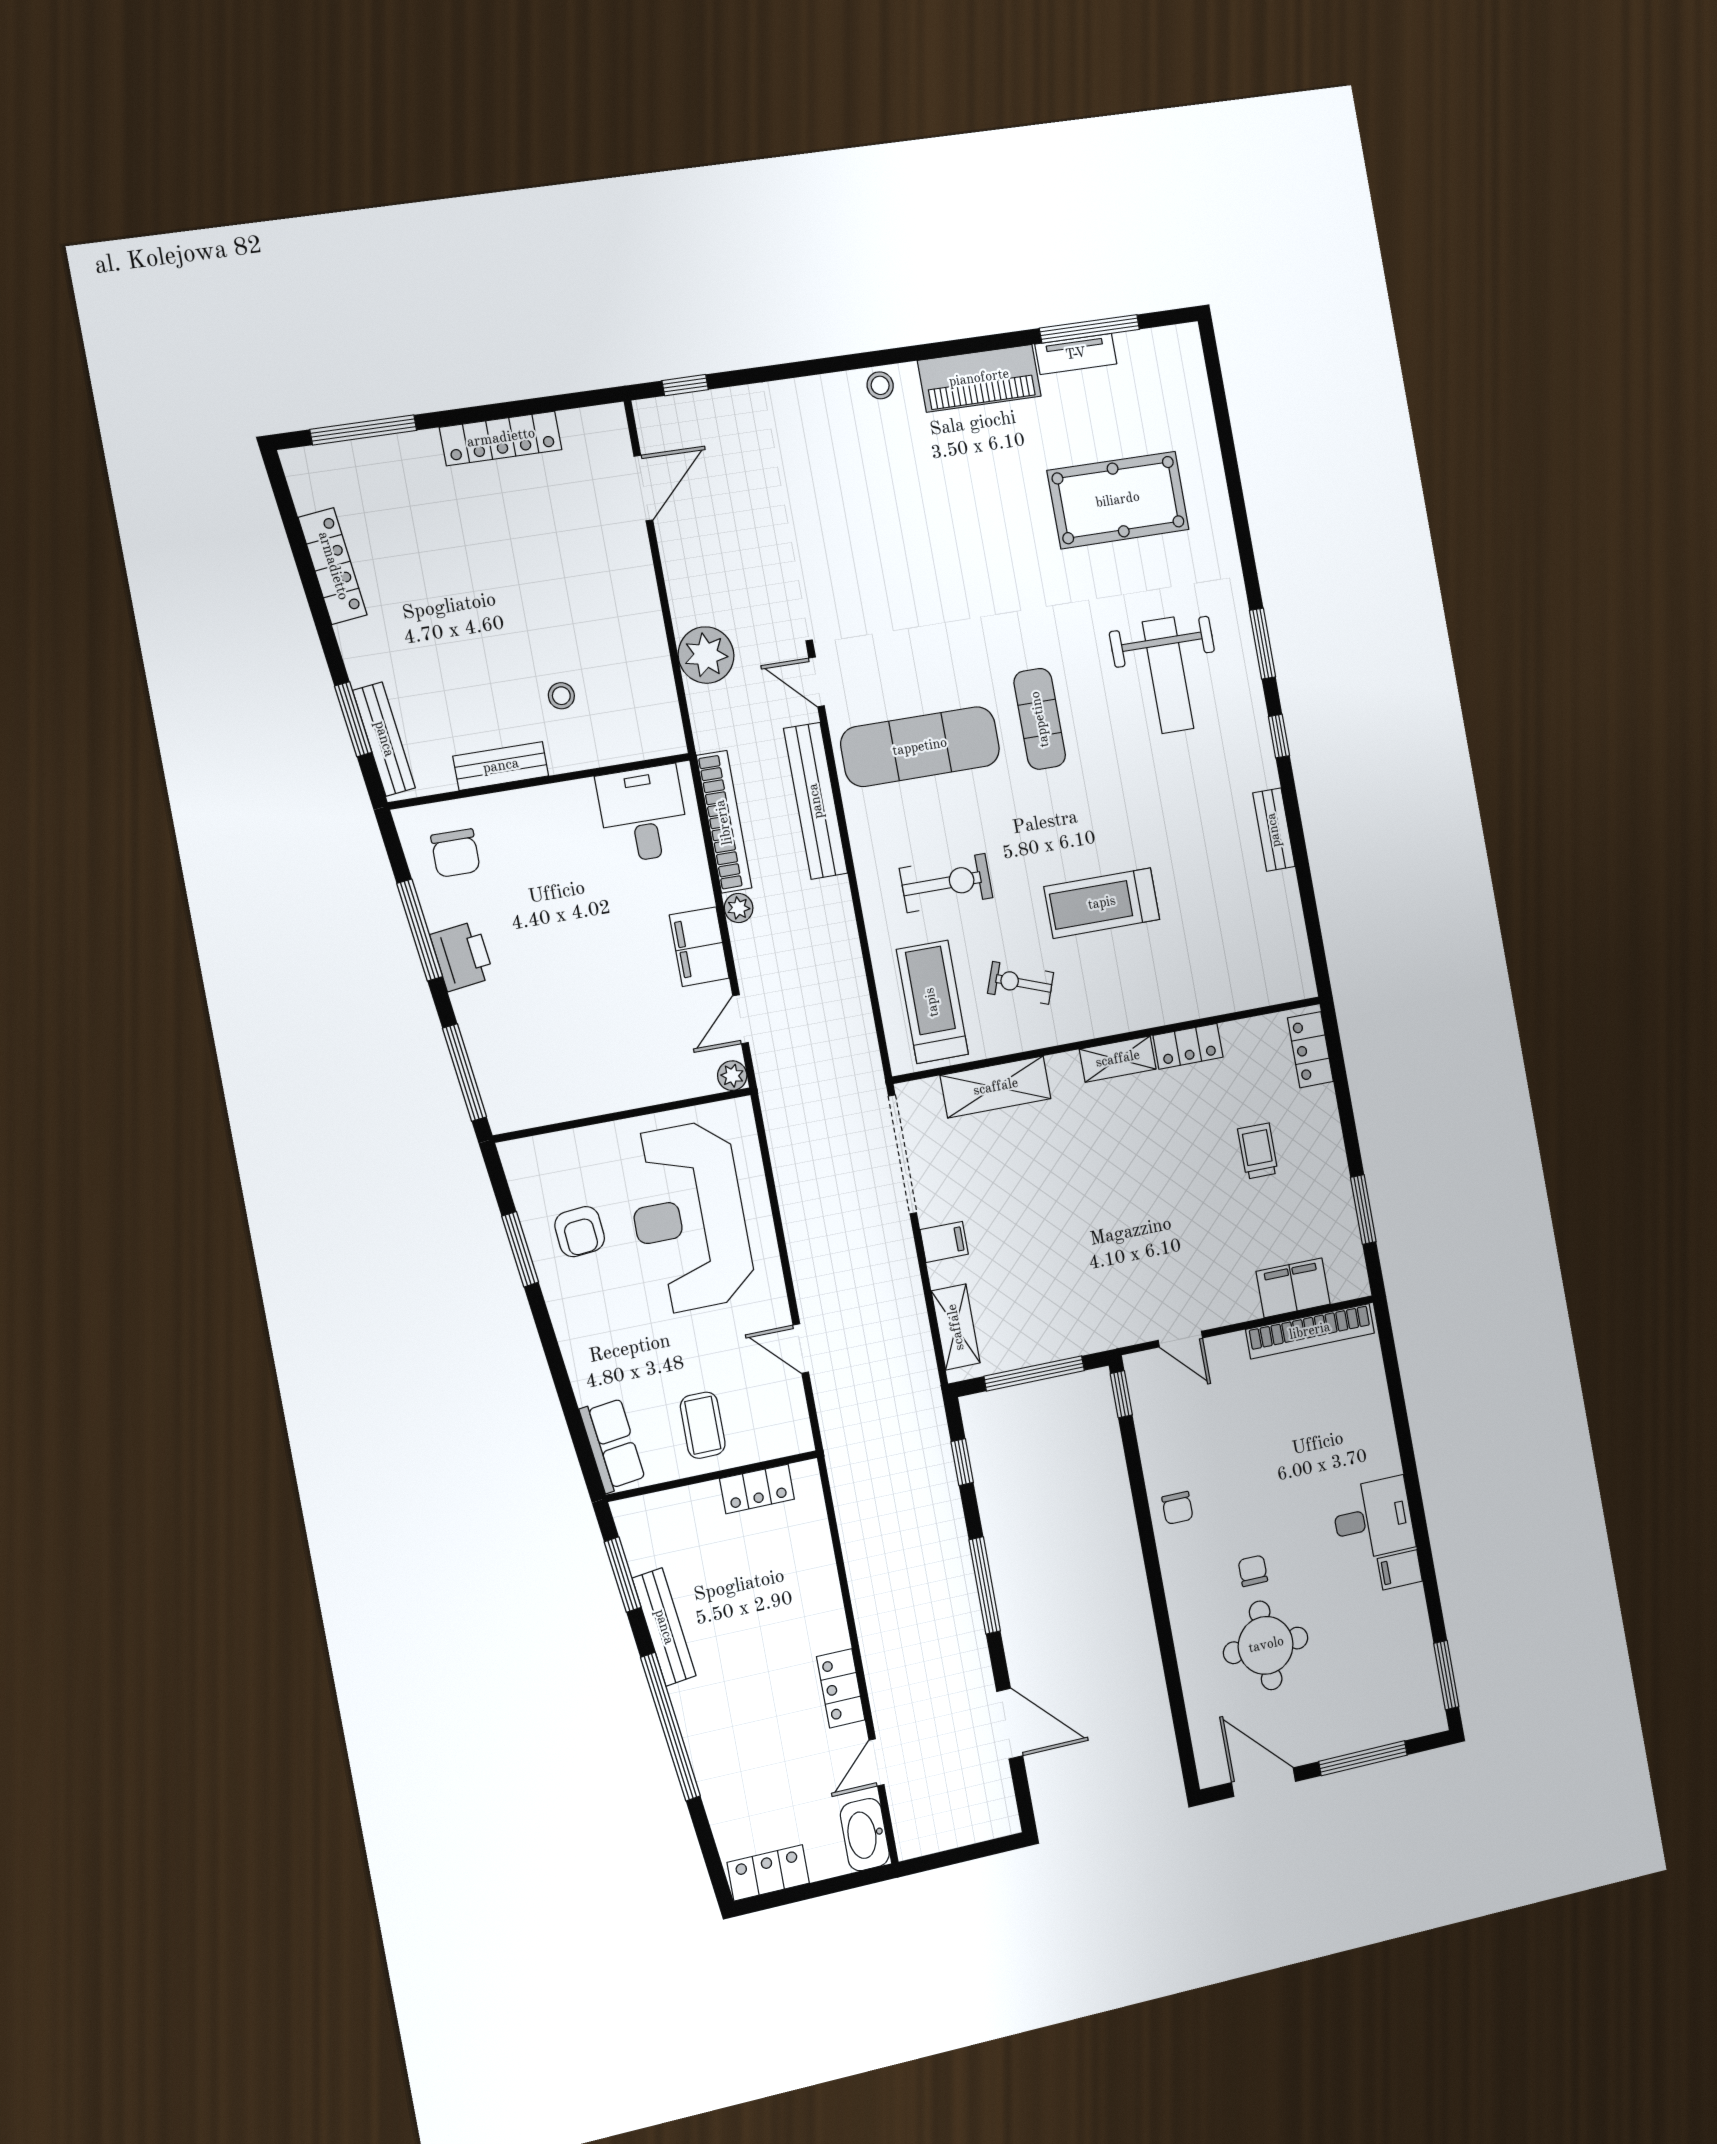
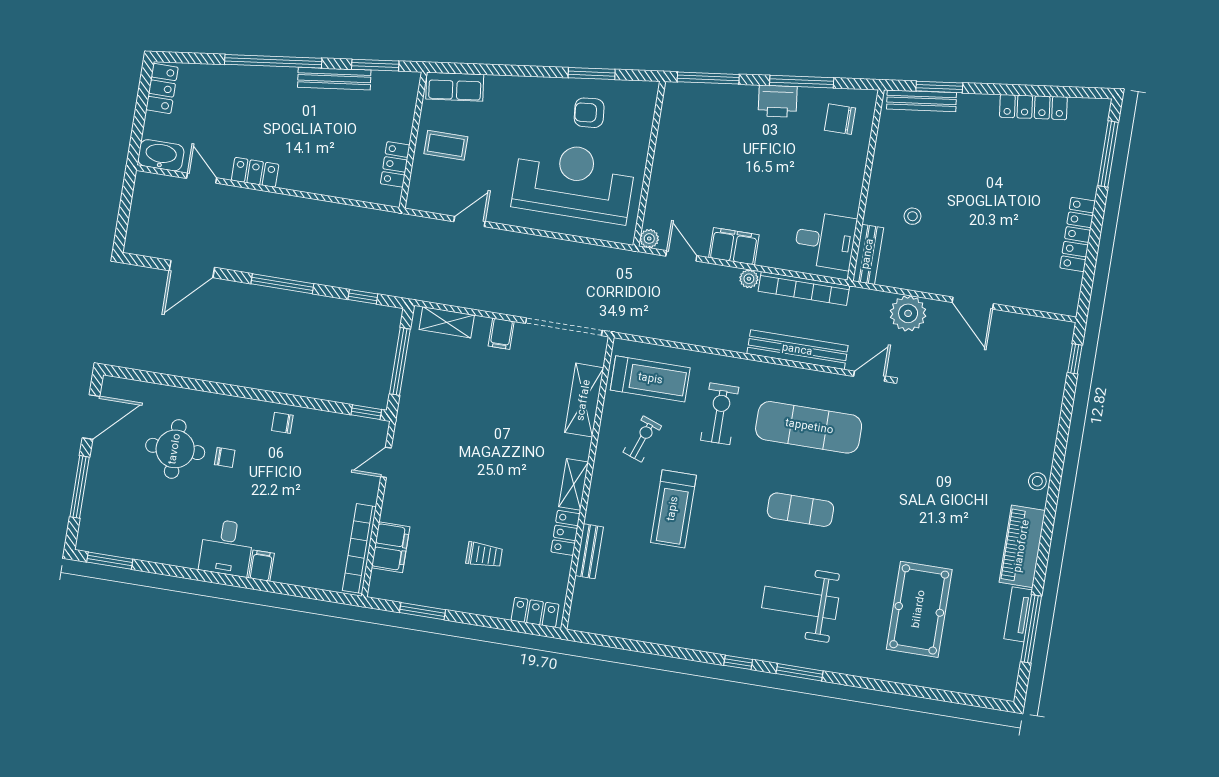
door: (643, 488) -> (973, 303), moved
exercise mat: (920, 747) -> (809, 427), turned 90
bench: (501, 766) -> (868, 254), moved
bench: (1274, 830) -> (589, 551), moved, turned 90
exercise bike: (946, 883) -> (720, 414), turned 180
treadmill: (1102, 903) -> (673, 509), turned 180
filing cabinet: (1400, 1570) -> (261, 566), moved

